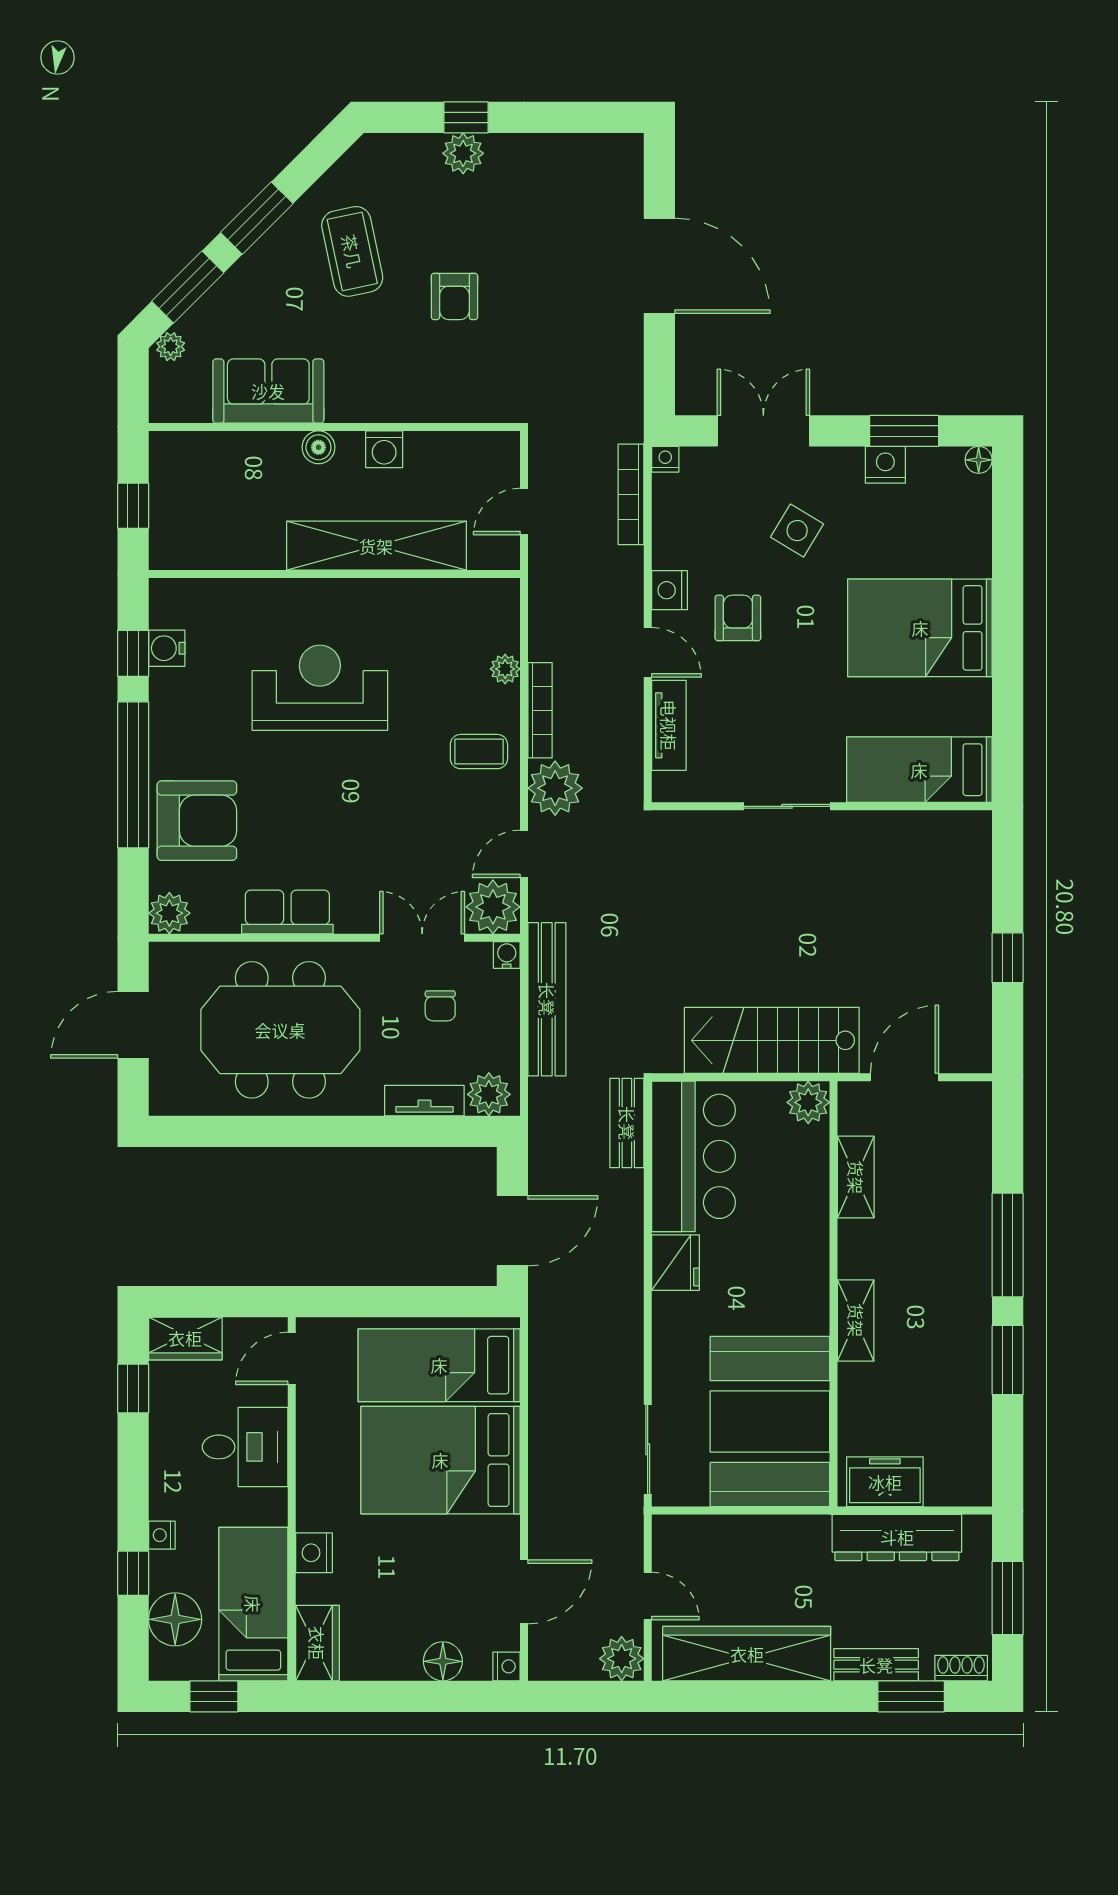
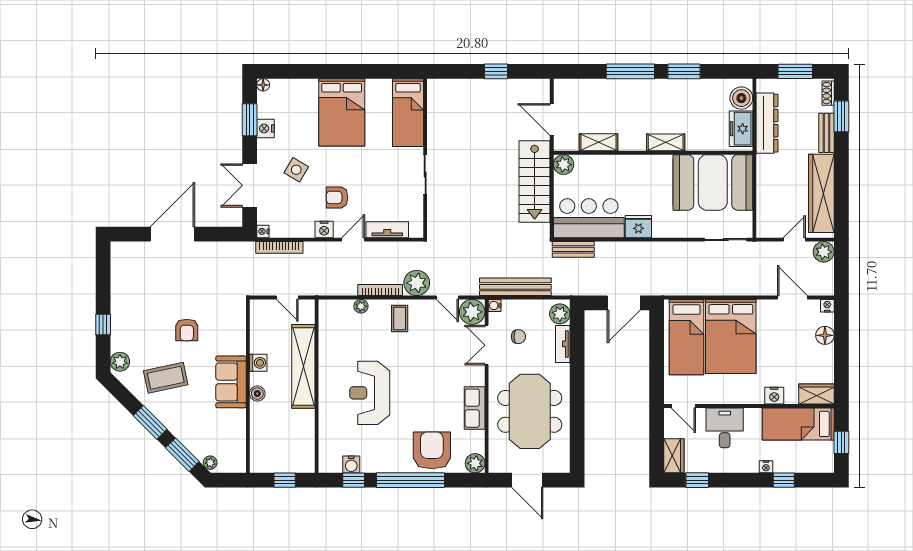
plant: (463, 153) -> (120, 362), moved
armchair: (454, 296) -> (187, 330), turned 90
sofa: (268, 391) -> (231, 382), moved
door: (512, 1231) -> (624, 303), swing flipped
boiler: (950, 1483) -> (741, 98), added
floor lamp: (175, 1619) -> (805, 461), removed

